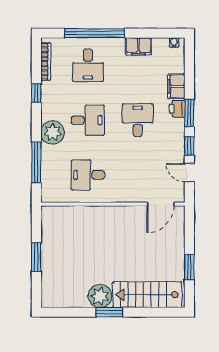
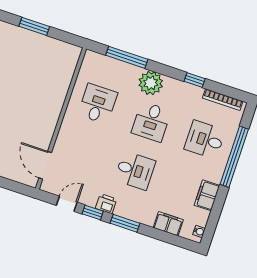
filing cabinet: (176, 86) -> (168, 224), moved
printer: (177, 109) -> (106, 204), moved

